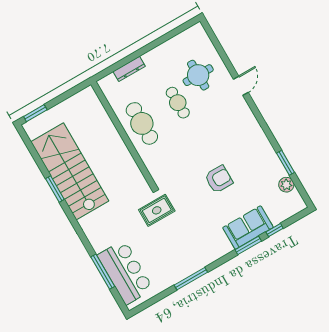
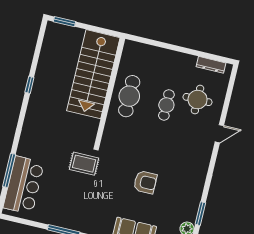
dresser: (129, 69) -> (211, 65), moved
stairs: (70, 171) -> (93, 74), moved, turned 180
window: (55, 189) -> (29, 85), width x0.67

